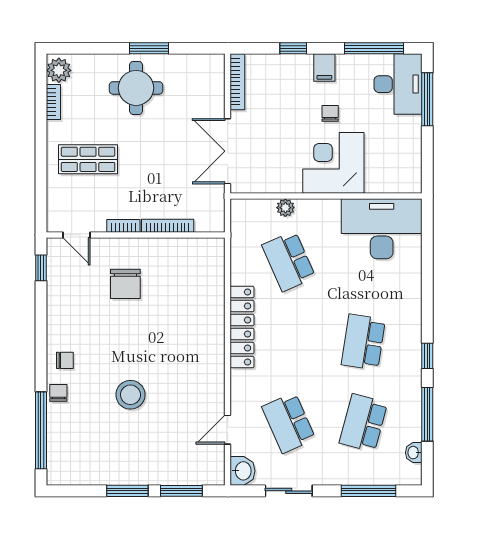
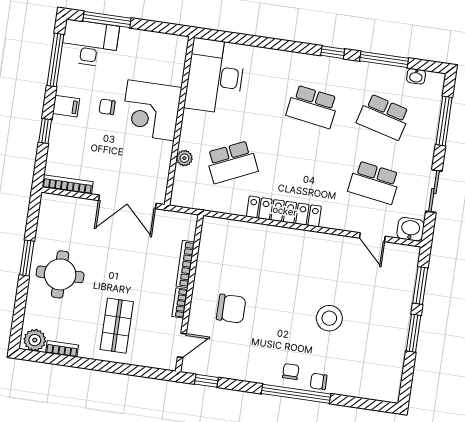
school desk: (289, 423) -> (374, 183), turned 33
window: (41, 430) -> (296, 394), moved

